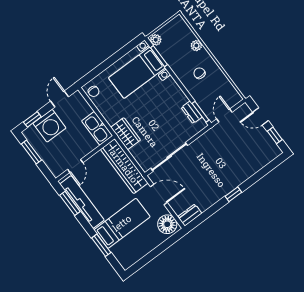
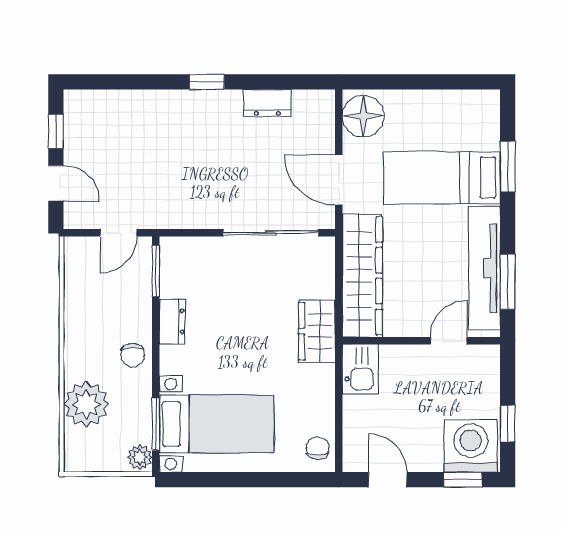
plant: (196, 46) -> (86, 404), width x1.87, depth x1.87
chair: (199, 73) -> (133, 355), moved
door: (60, 99) -> (388, 480), swing flipped
dresser: (192, 112) -> (172, 321), moved
washing machine: (50, 126) -> (471, 446), moved
kitchen sink: (97, 128) -> (360, 369), width x0.73
window: (31, 152) -> (508, 423), width x0.67
dresser: (190, 215) -> (267, 103), moved

